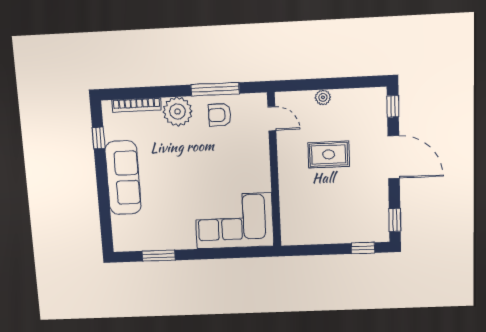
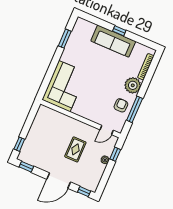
window: (306, 85) -> (115, 154), added
window: (99, 138) -> (119, 31), moved

